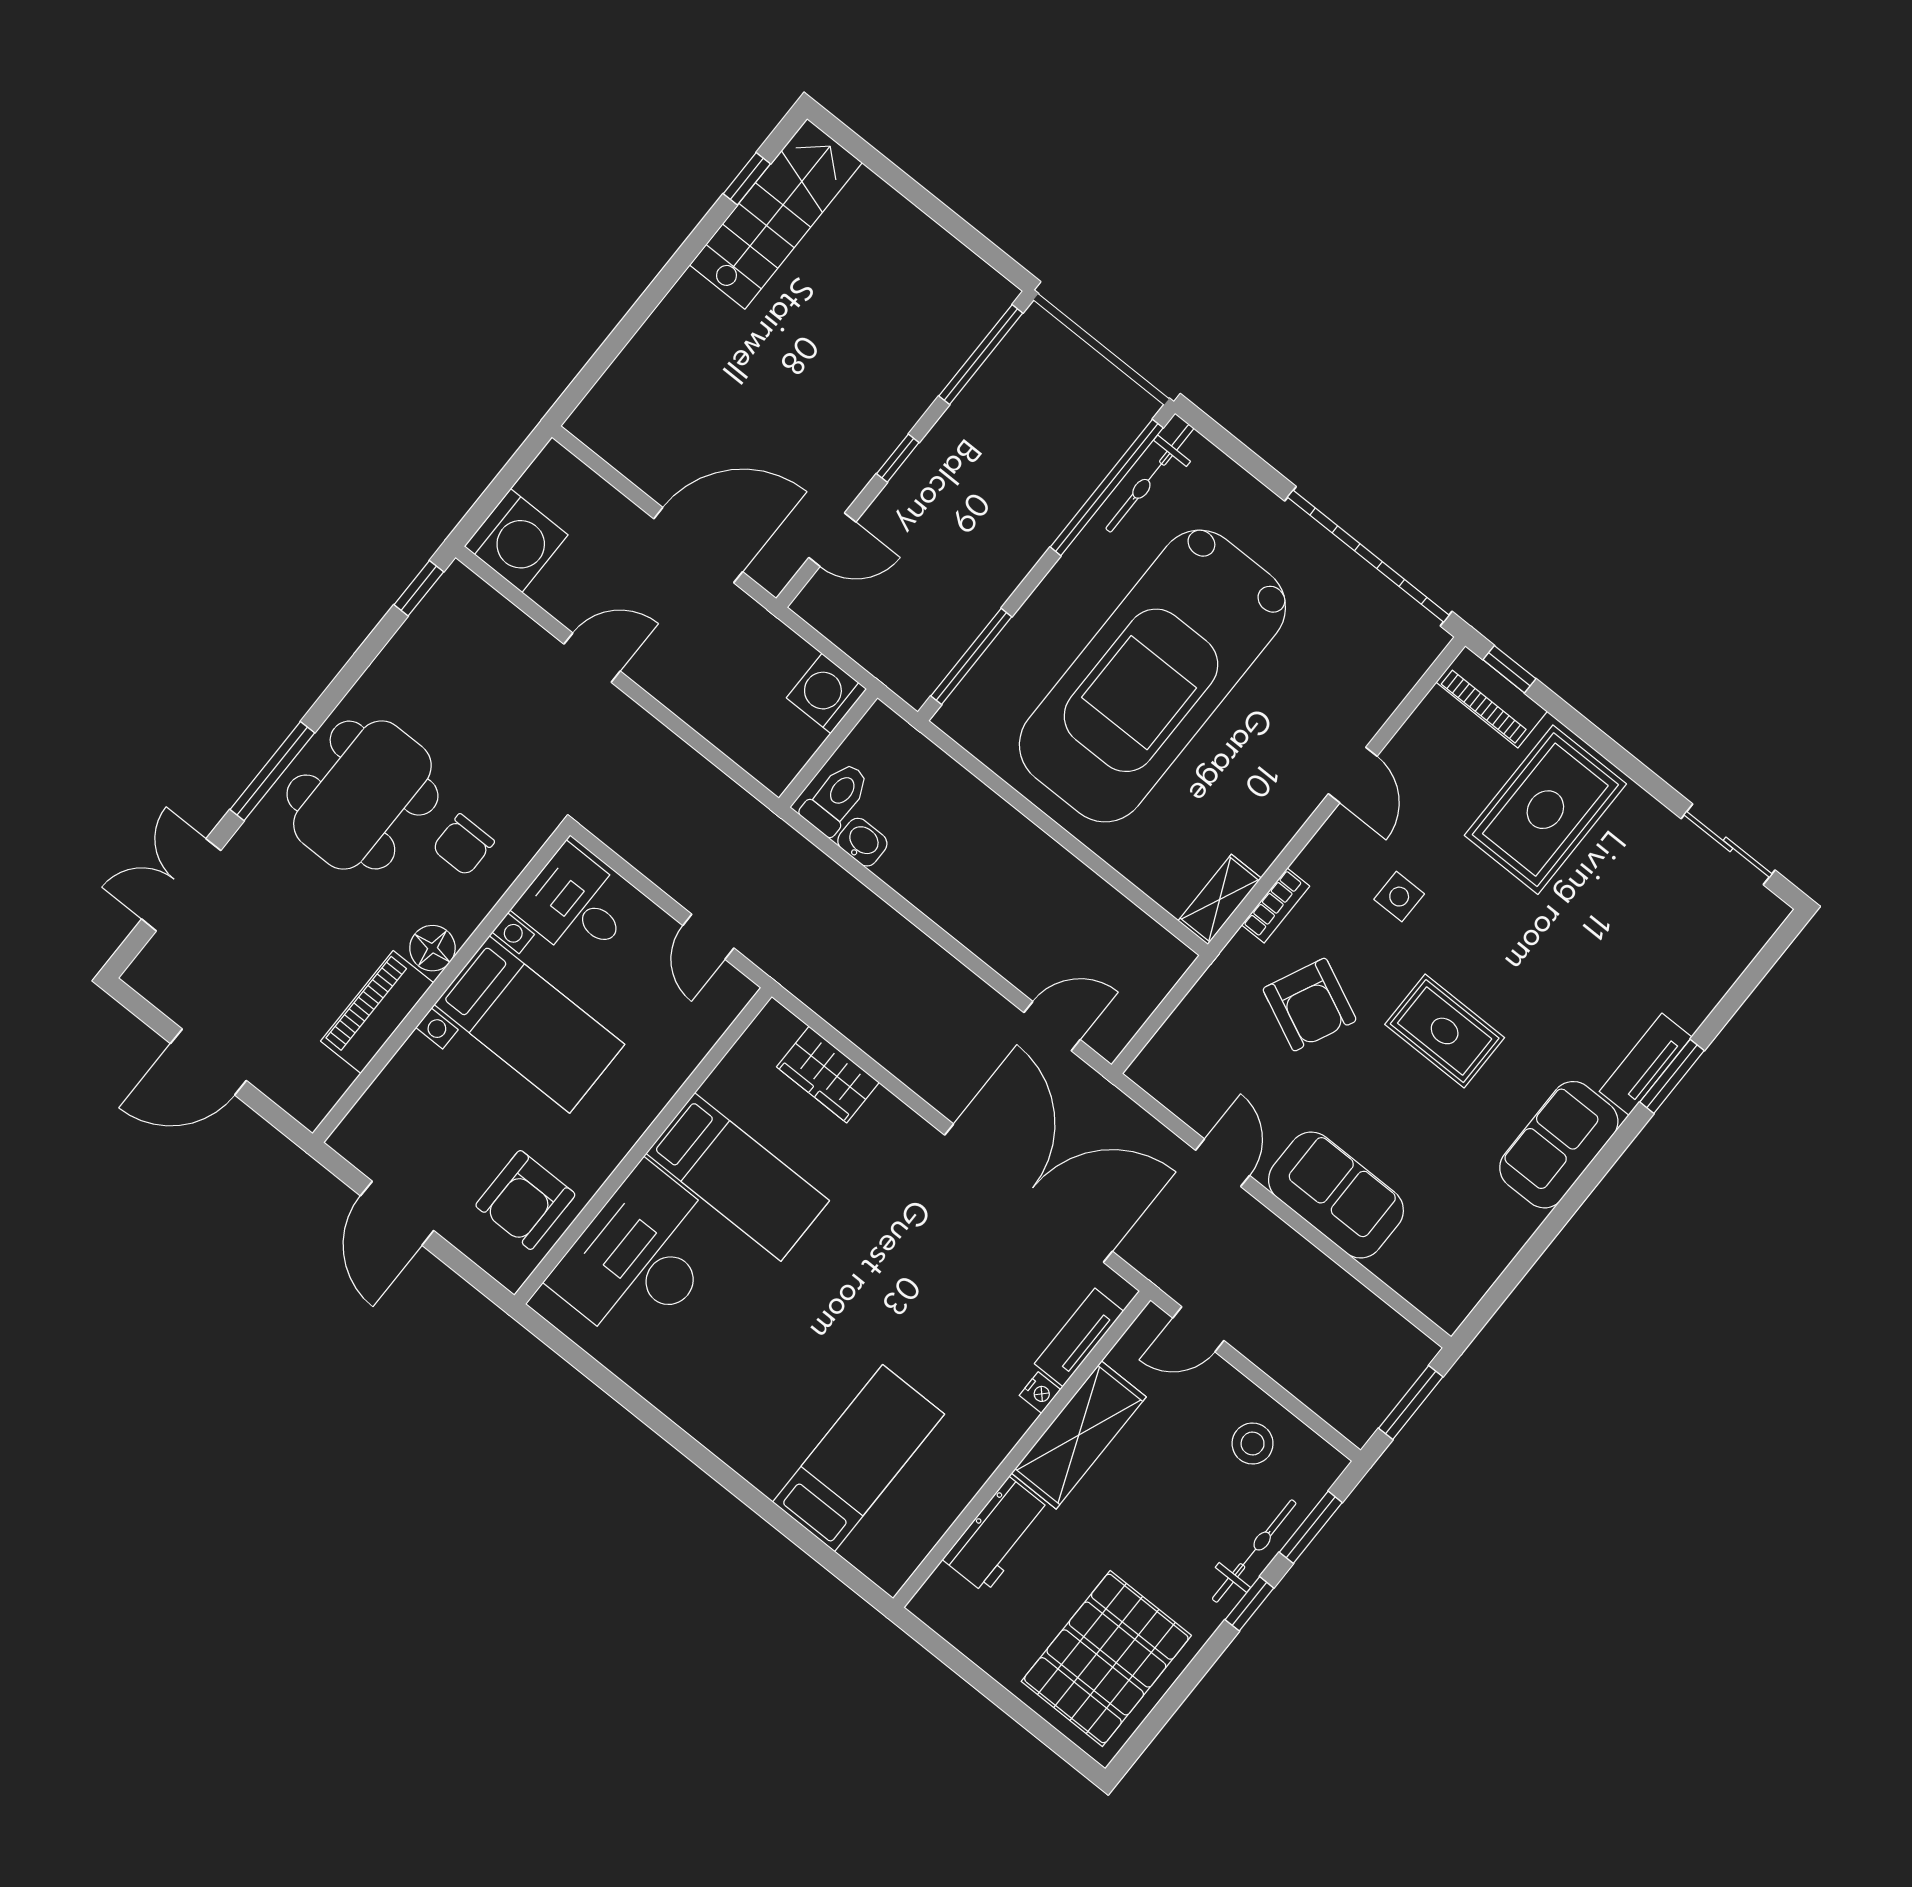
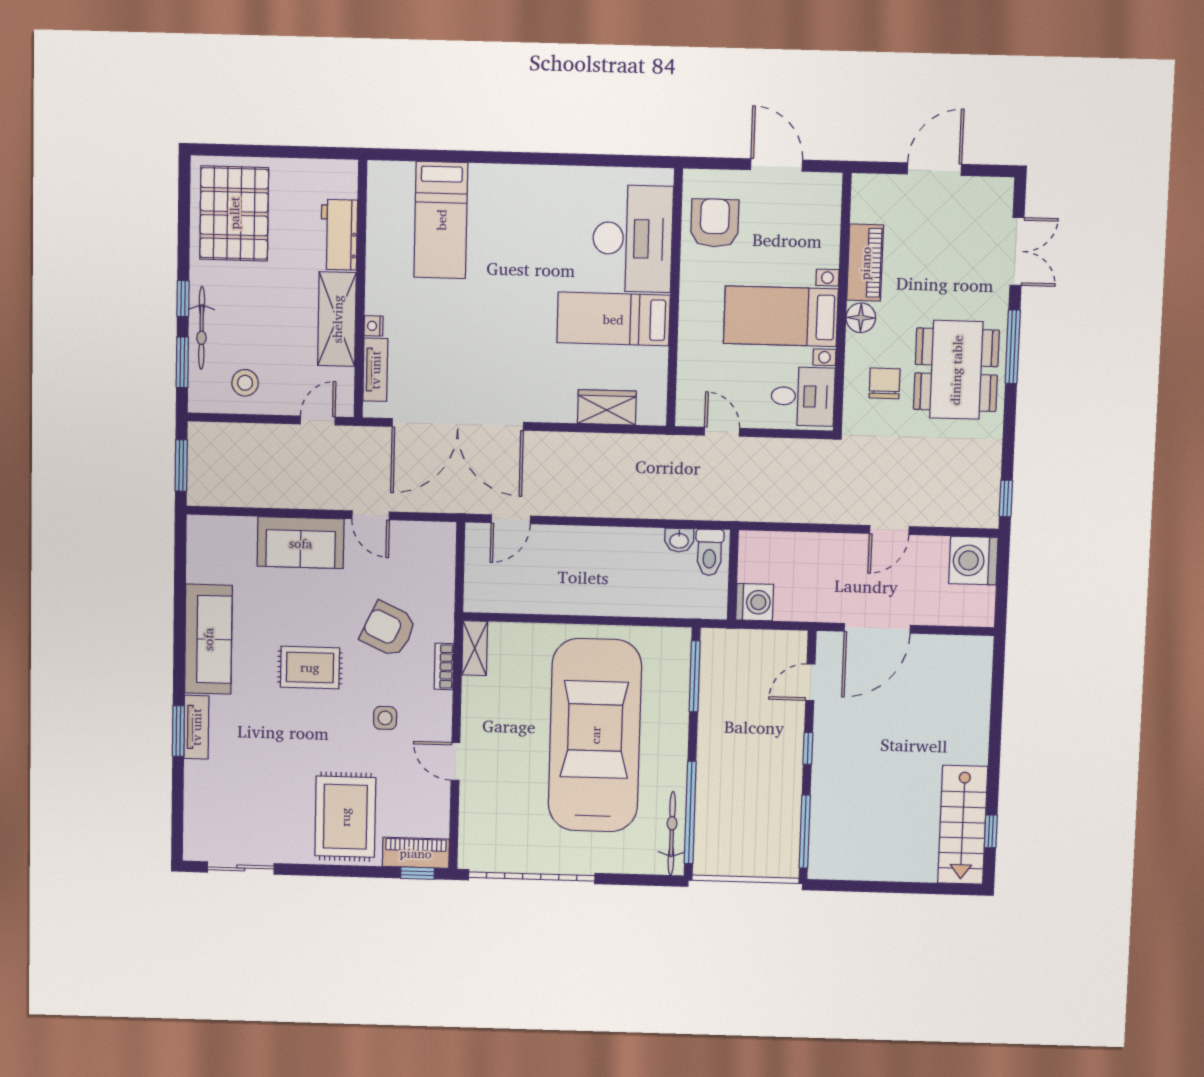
sofa: (1559, 1145) -> (208, 639), width x1.36

